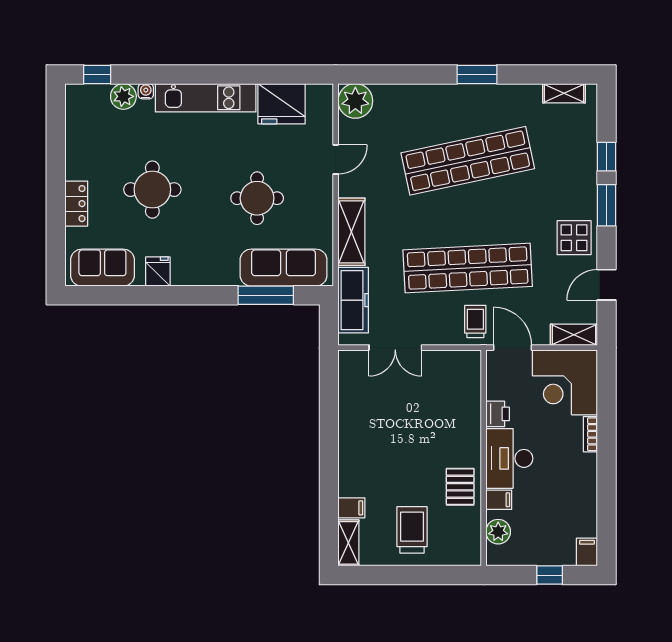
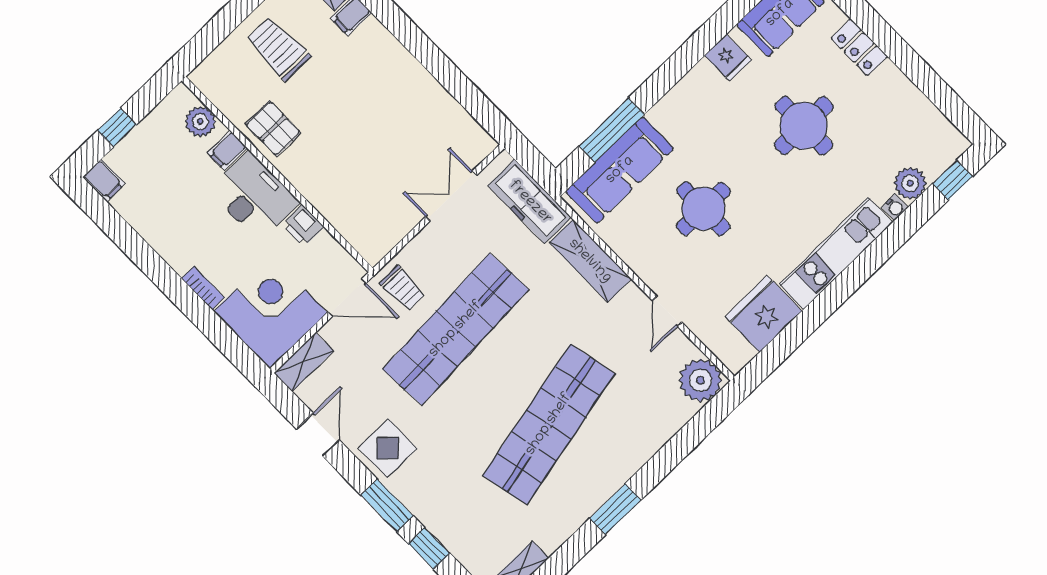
trolley: (412, 530) -> (278, 48), turned 180

